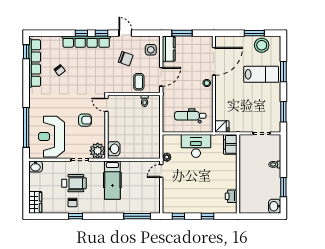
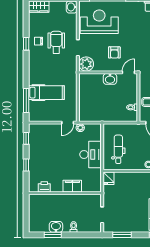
filing cabinet: (230, 144) -> (72, 186), moved
washbasin: (114, 149) -> (110, 79), moved
door: (161, 171) -> (68, 123), swing flipped
hospital bed: (112, 180) -> (46, 93), moved, turned 180
wheelchair: (74, 183) -> (56, 42), turned 180
washbasin: (275, 206) -> (56, 227), moved

